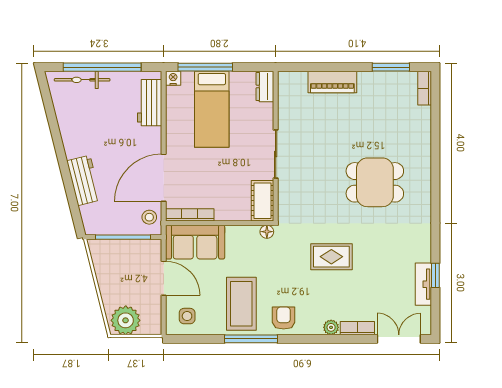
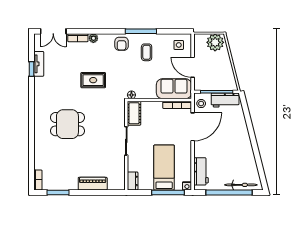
workbench: (84, 180) -> (225, 100), moved, turned -76
coffee table: (241, 304) -> (147, 52), width x0.54, depth x0.58

